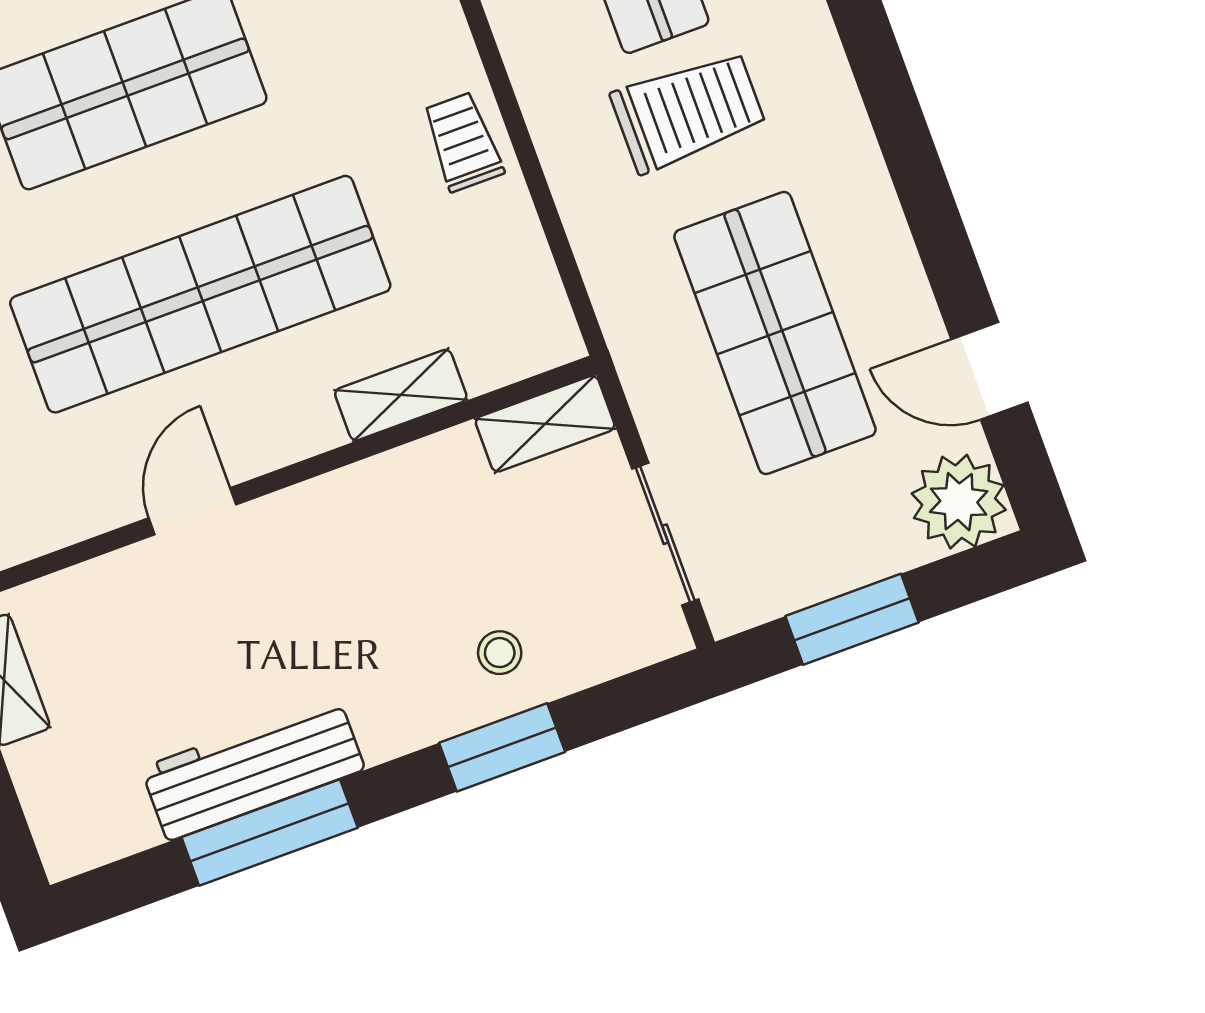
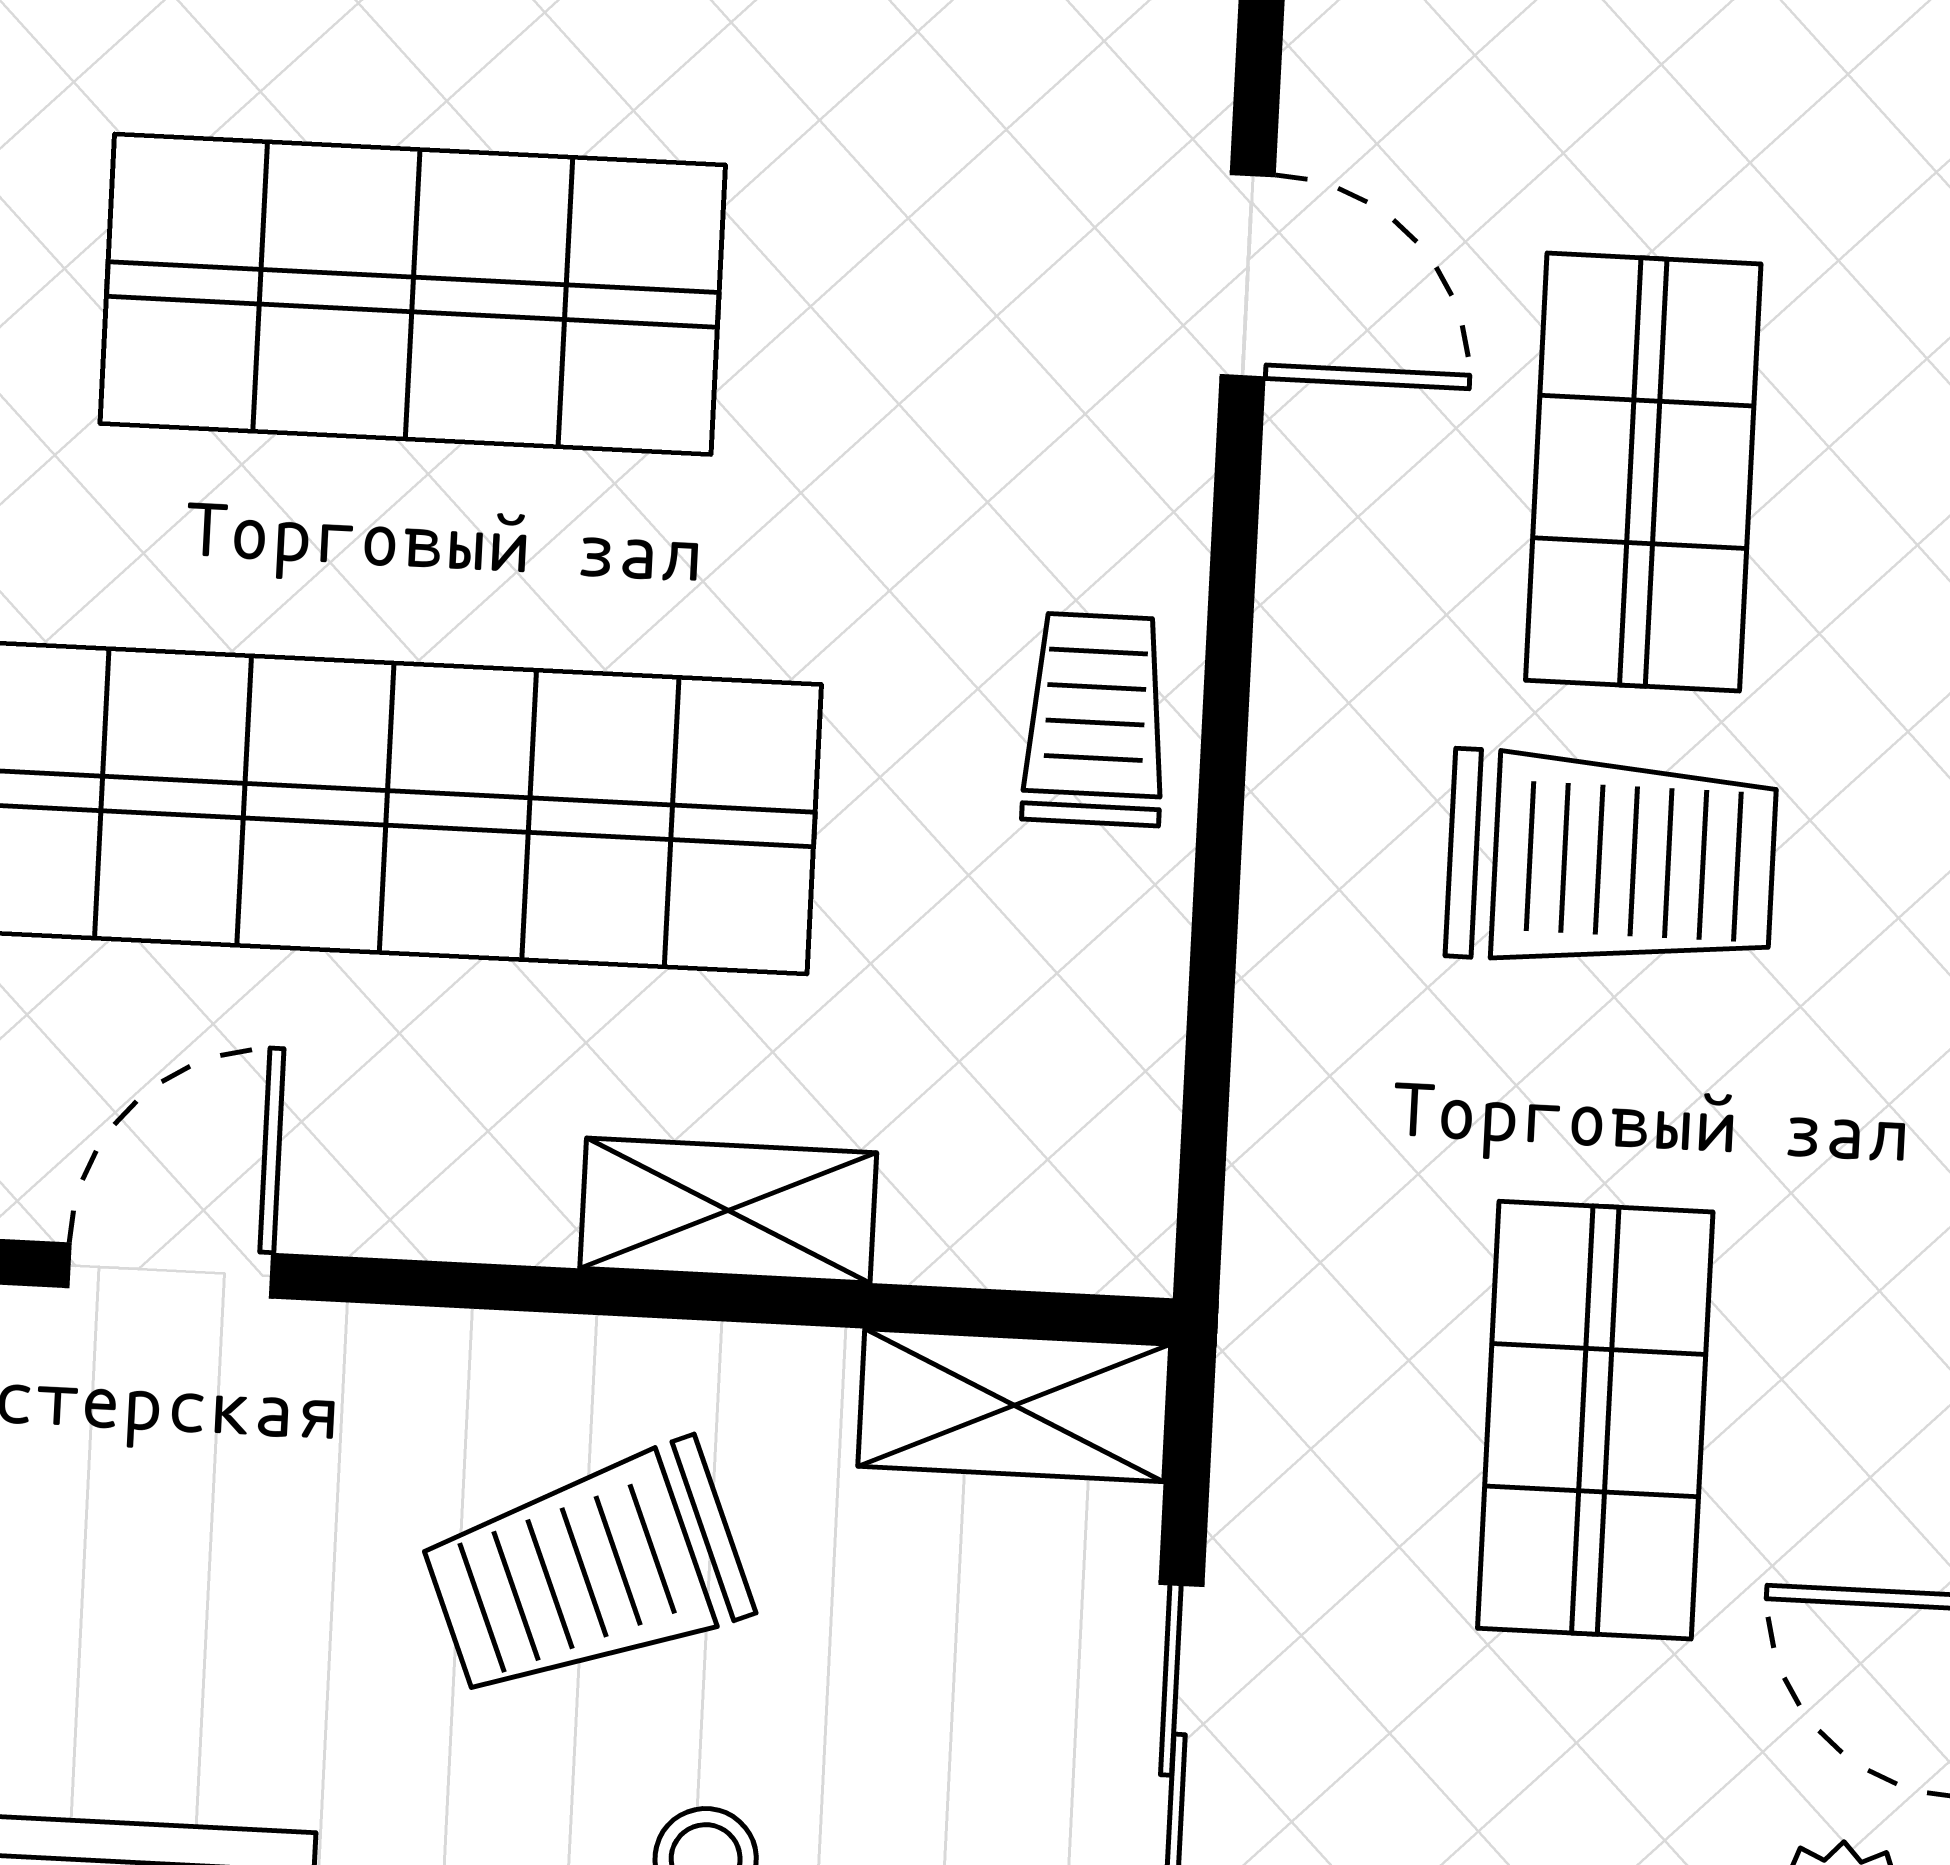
shop shelf: (775, 333) -> (1595, 1420), width x0.70, depth x0.74
trolley: (405, 560) -> (586, 1572), added

